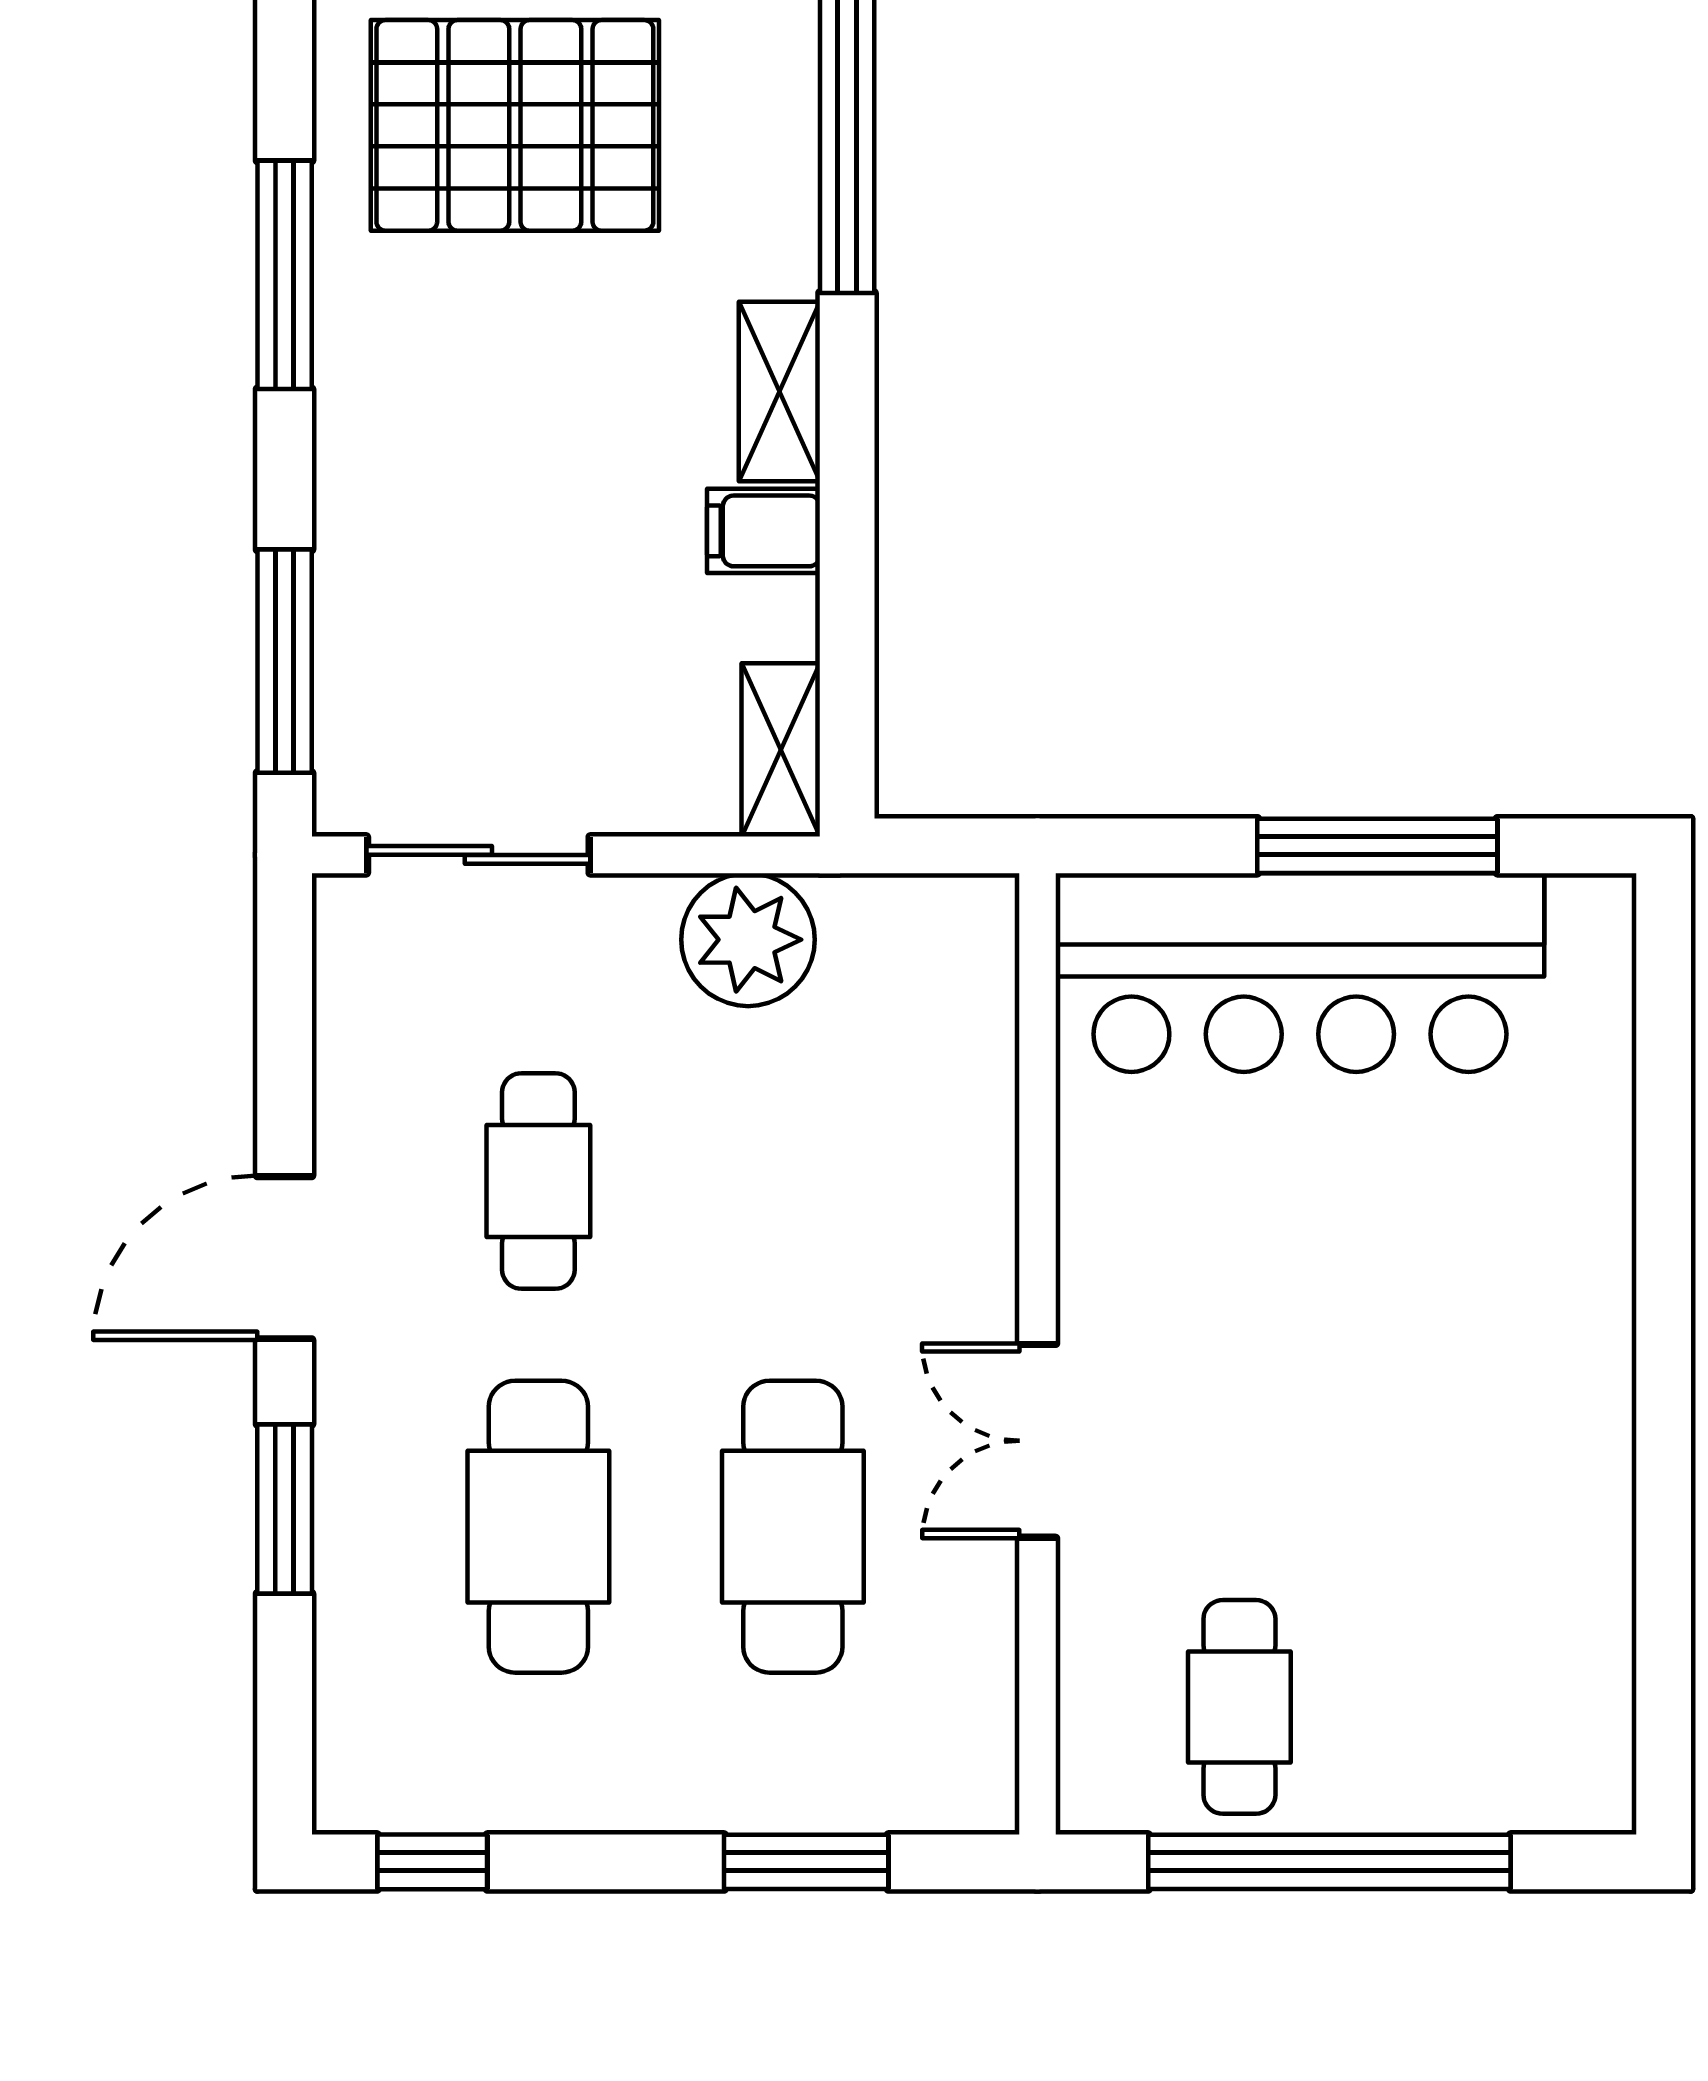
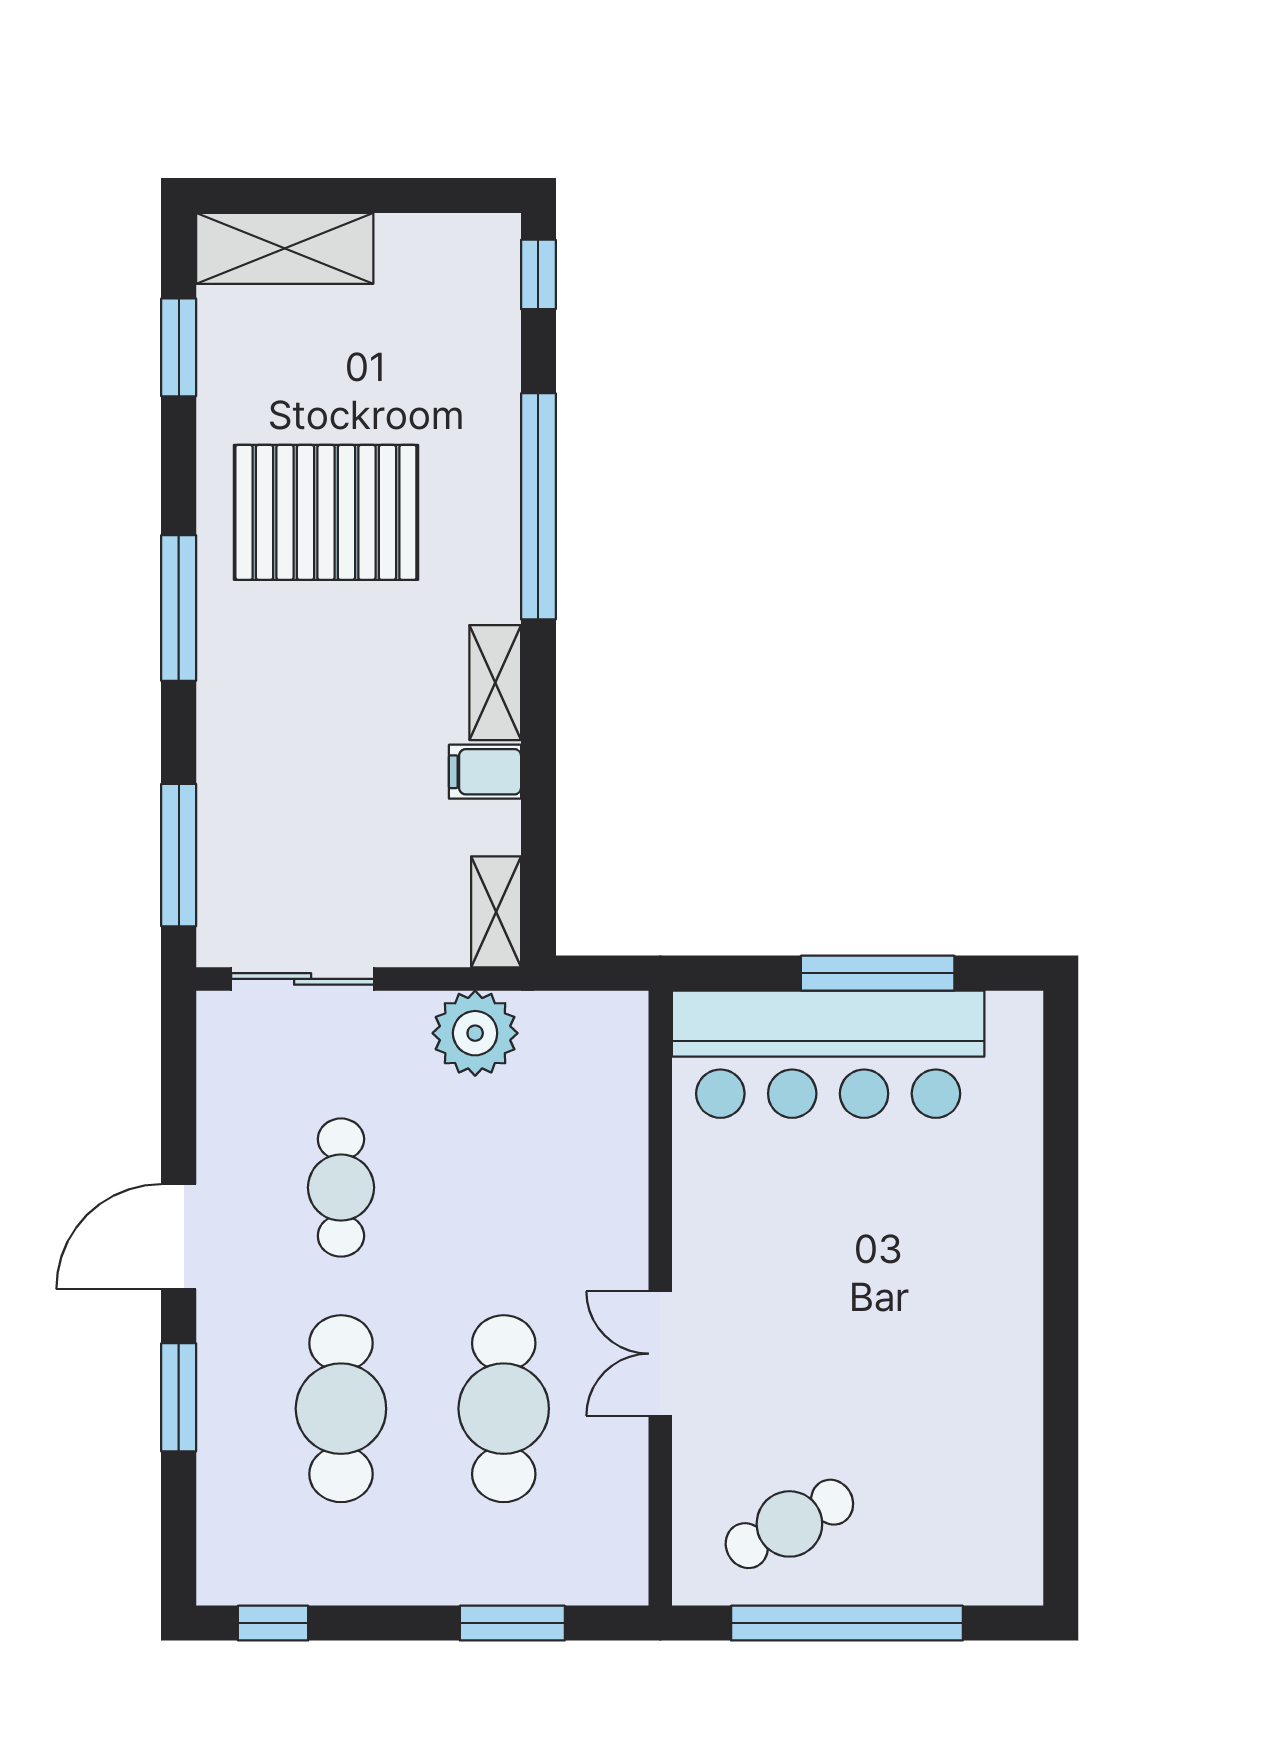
cafe table: (1239, 1707) -> (789, 1524), turned 63

